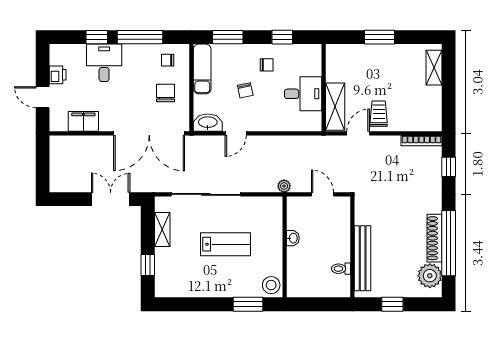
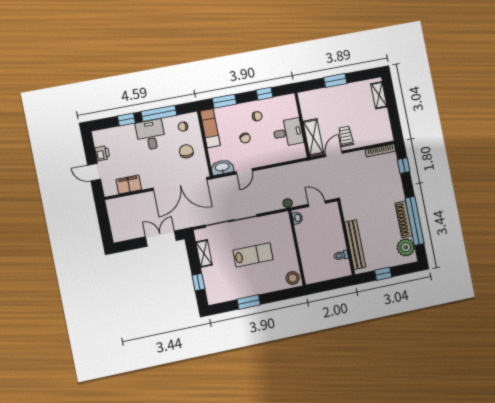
desk: (104, 63) -> (151, 135), moved
washbasin: (293, 238) -> (297, 218), moved
window: (248, 304) -> (249, 302), moved

